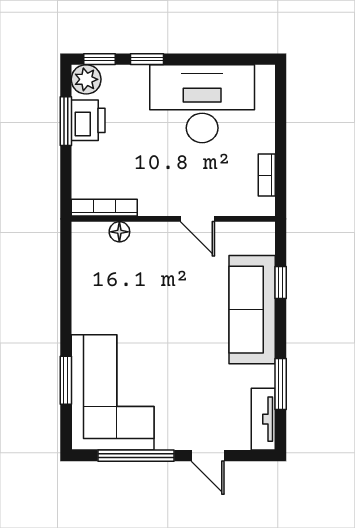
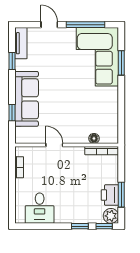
desk: (202, 104) -> (40, 208), width x0.53, depth x0.77
window: (281, 384) -> (12, 61), width x0.67

